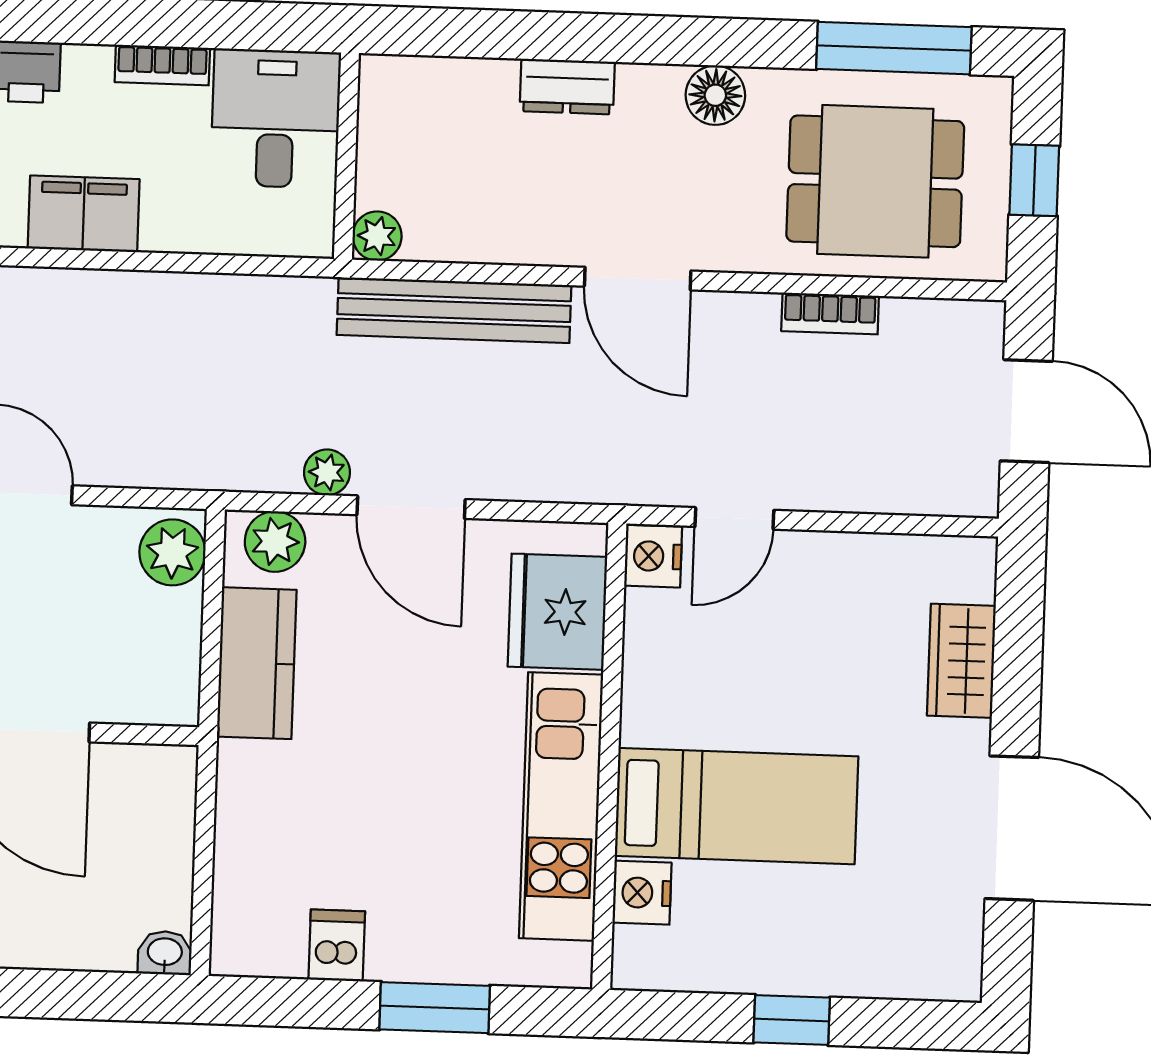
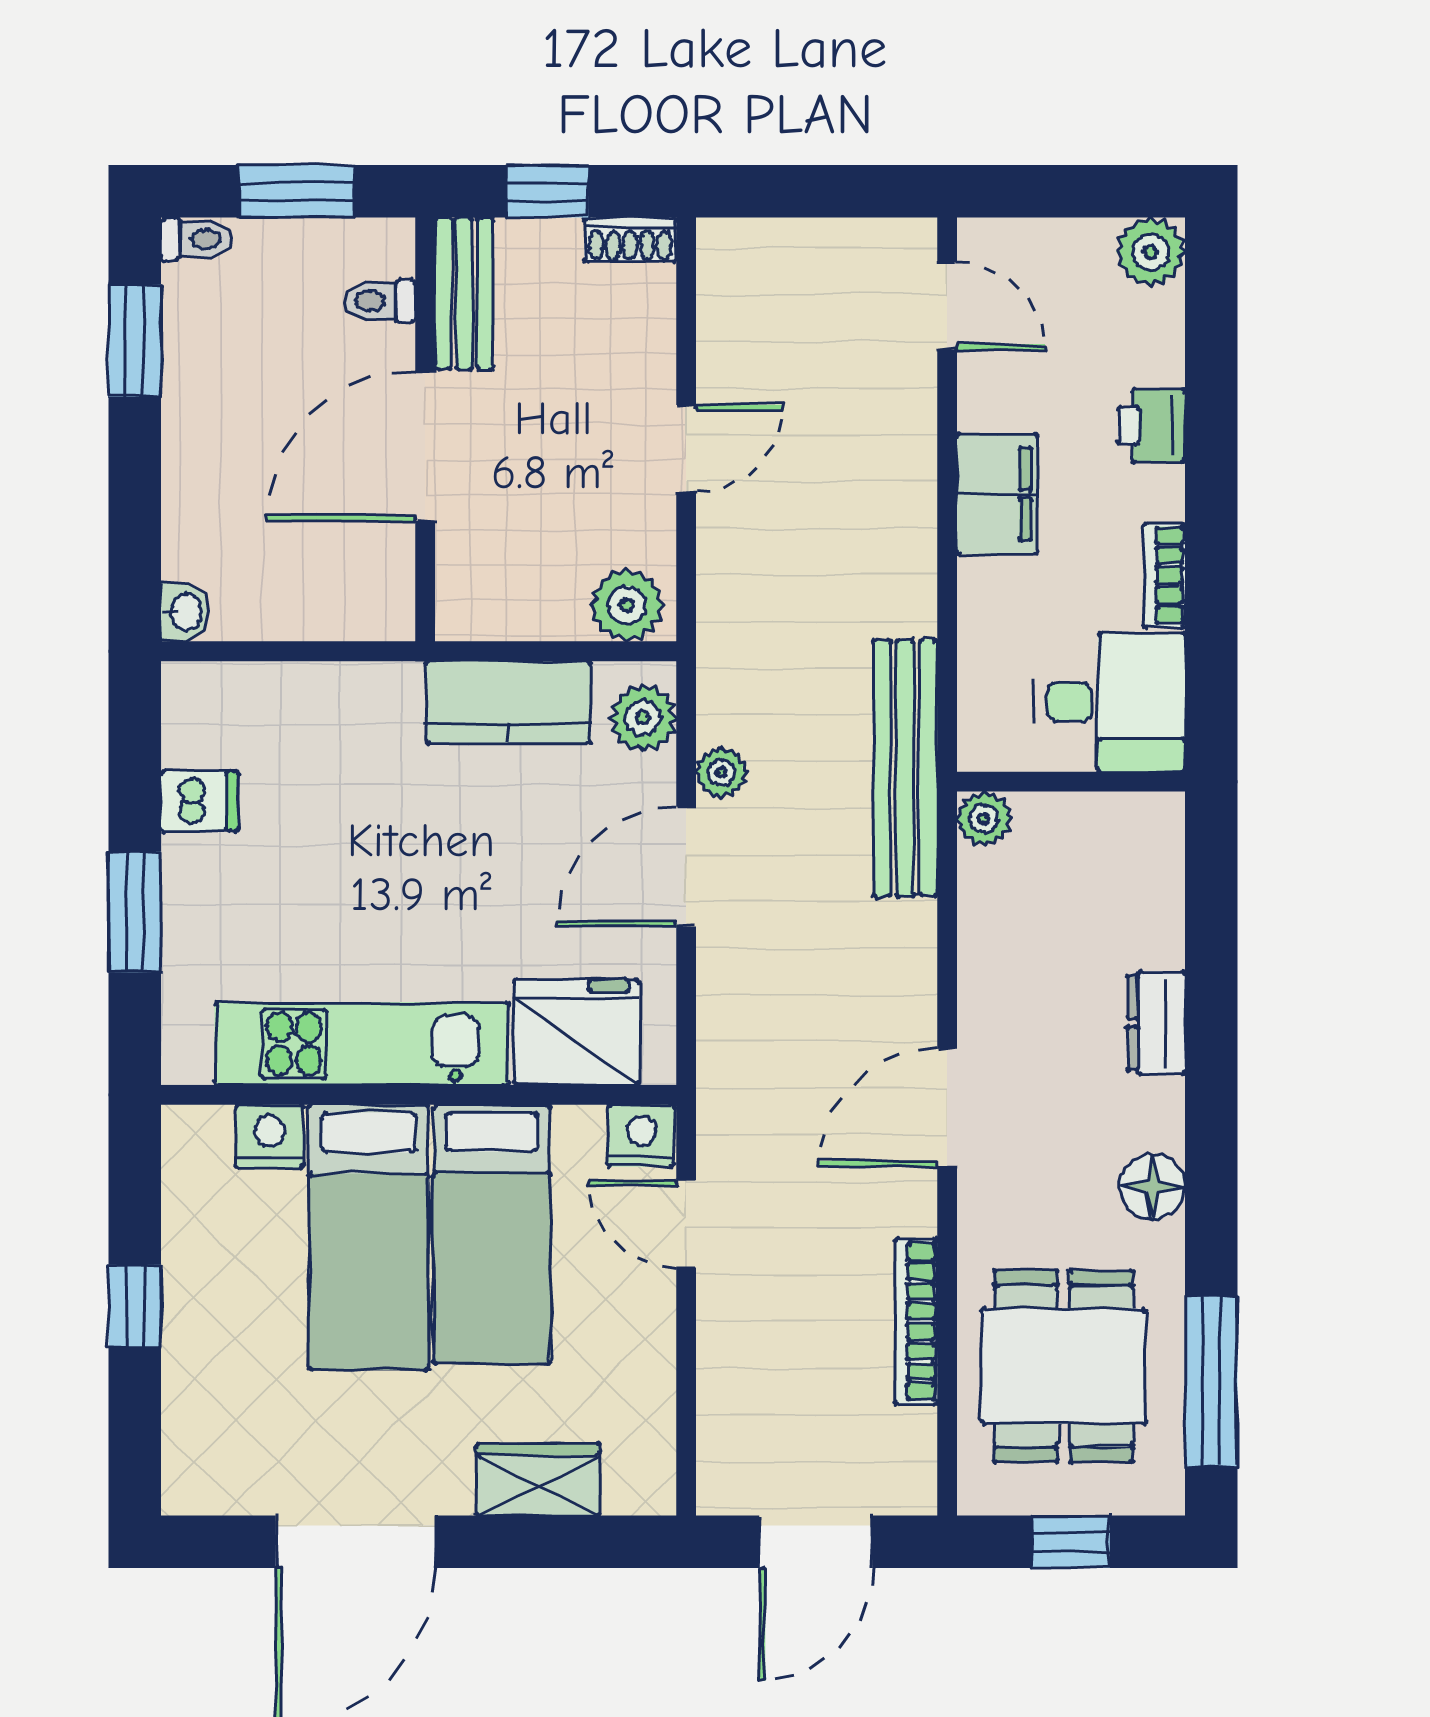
bench: (454, 310) -> (905, 768), moved
bookcase: (830, 313) -> (916, 1322), width x1.56
bed: (738, 695) -> (492, 1234), added

